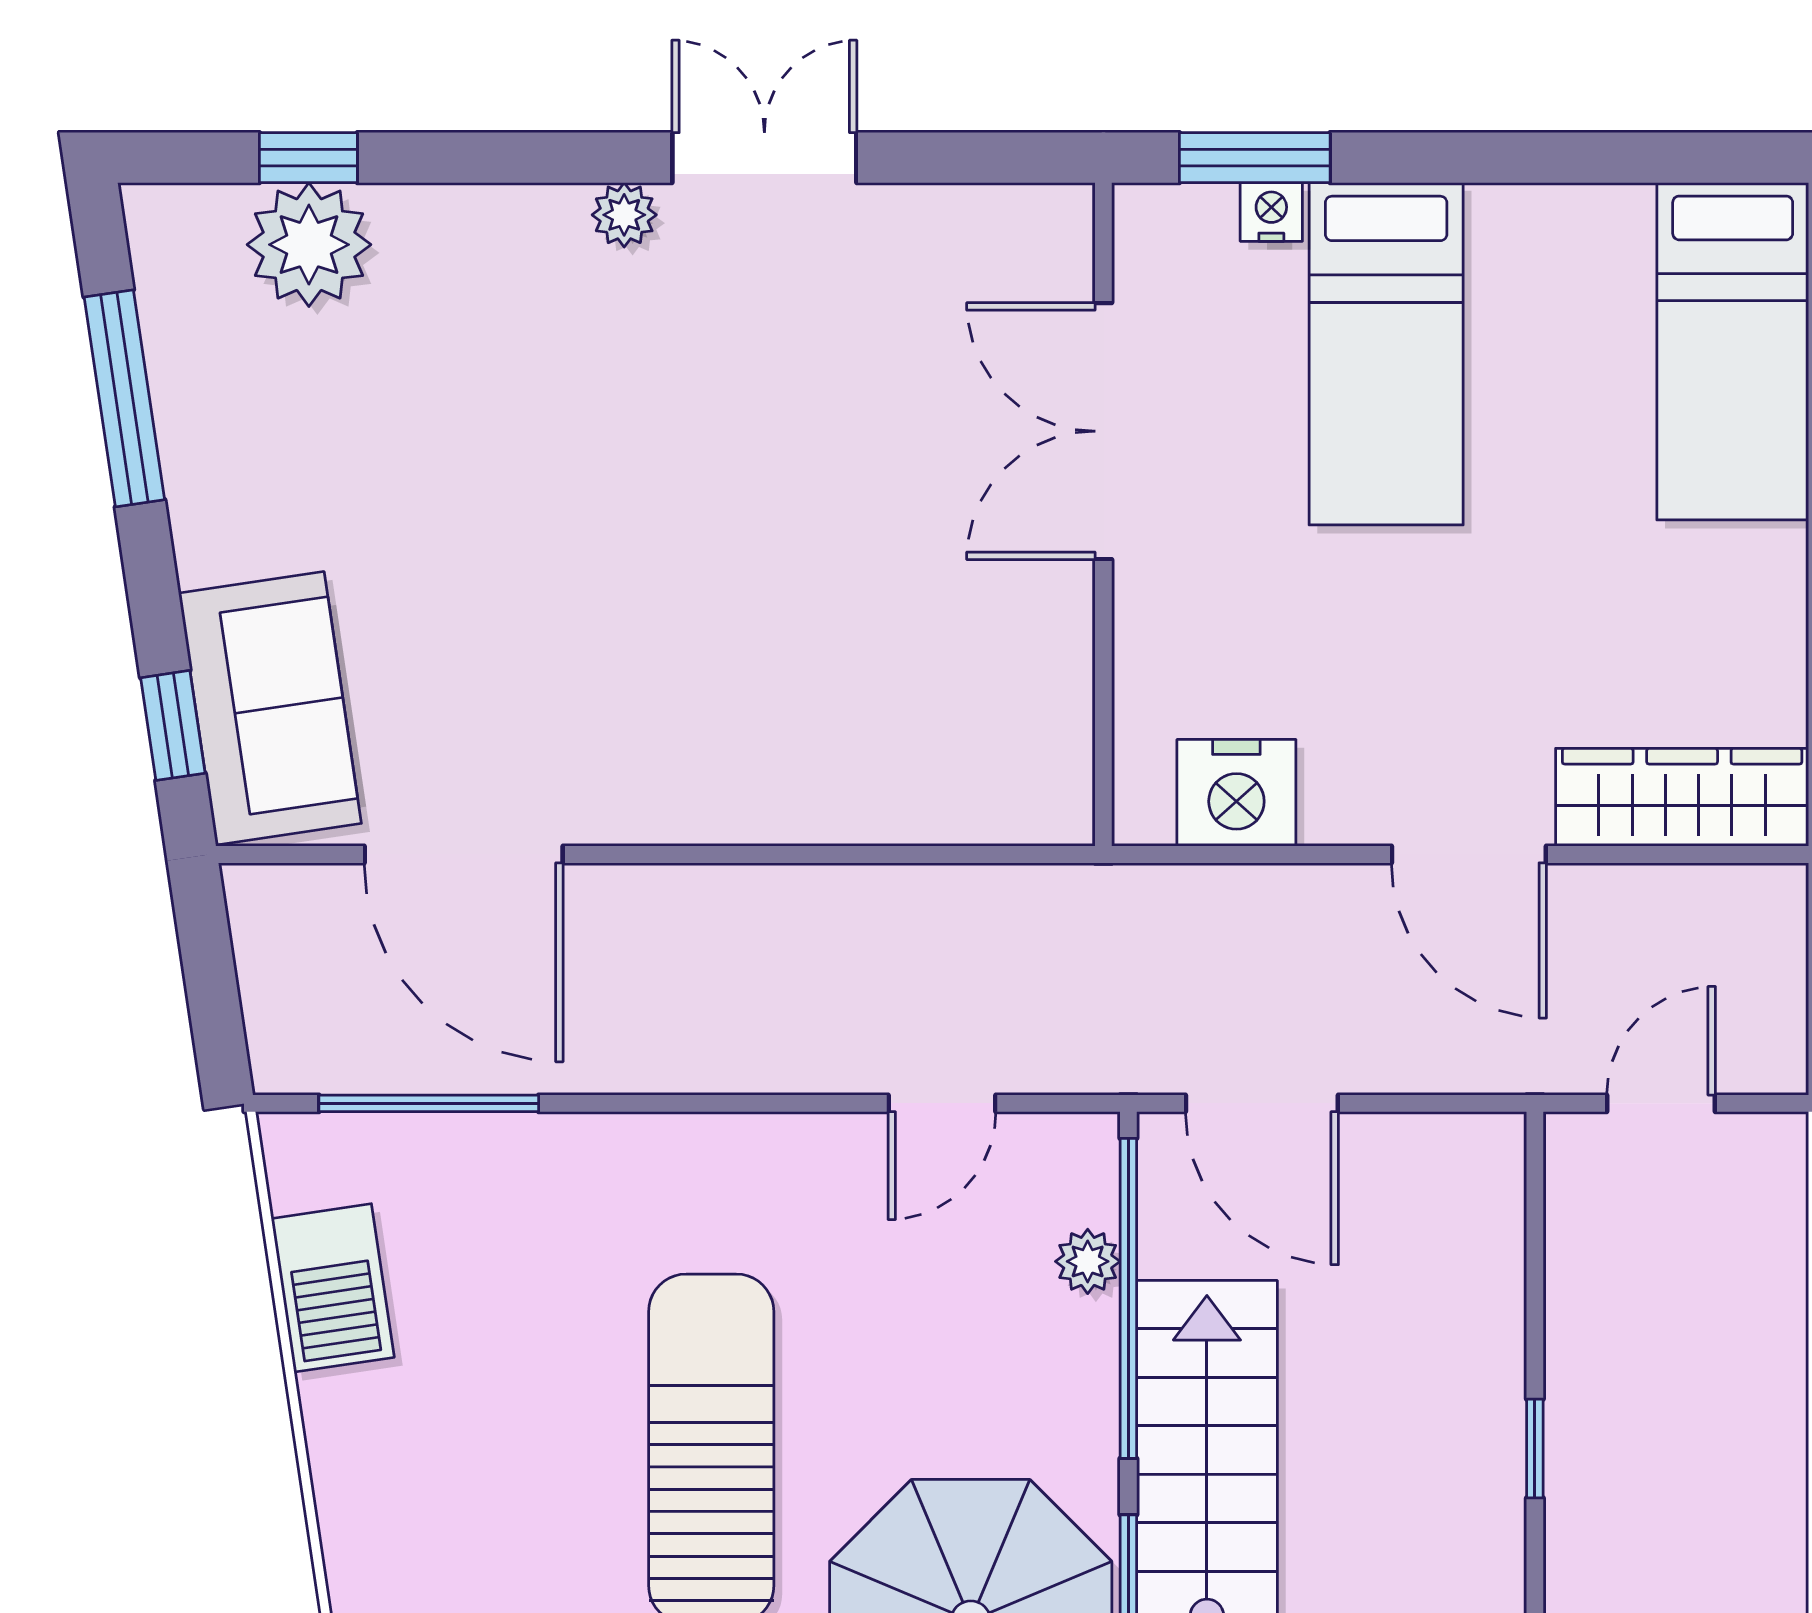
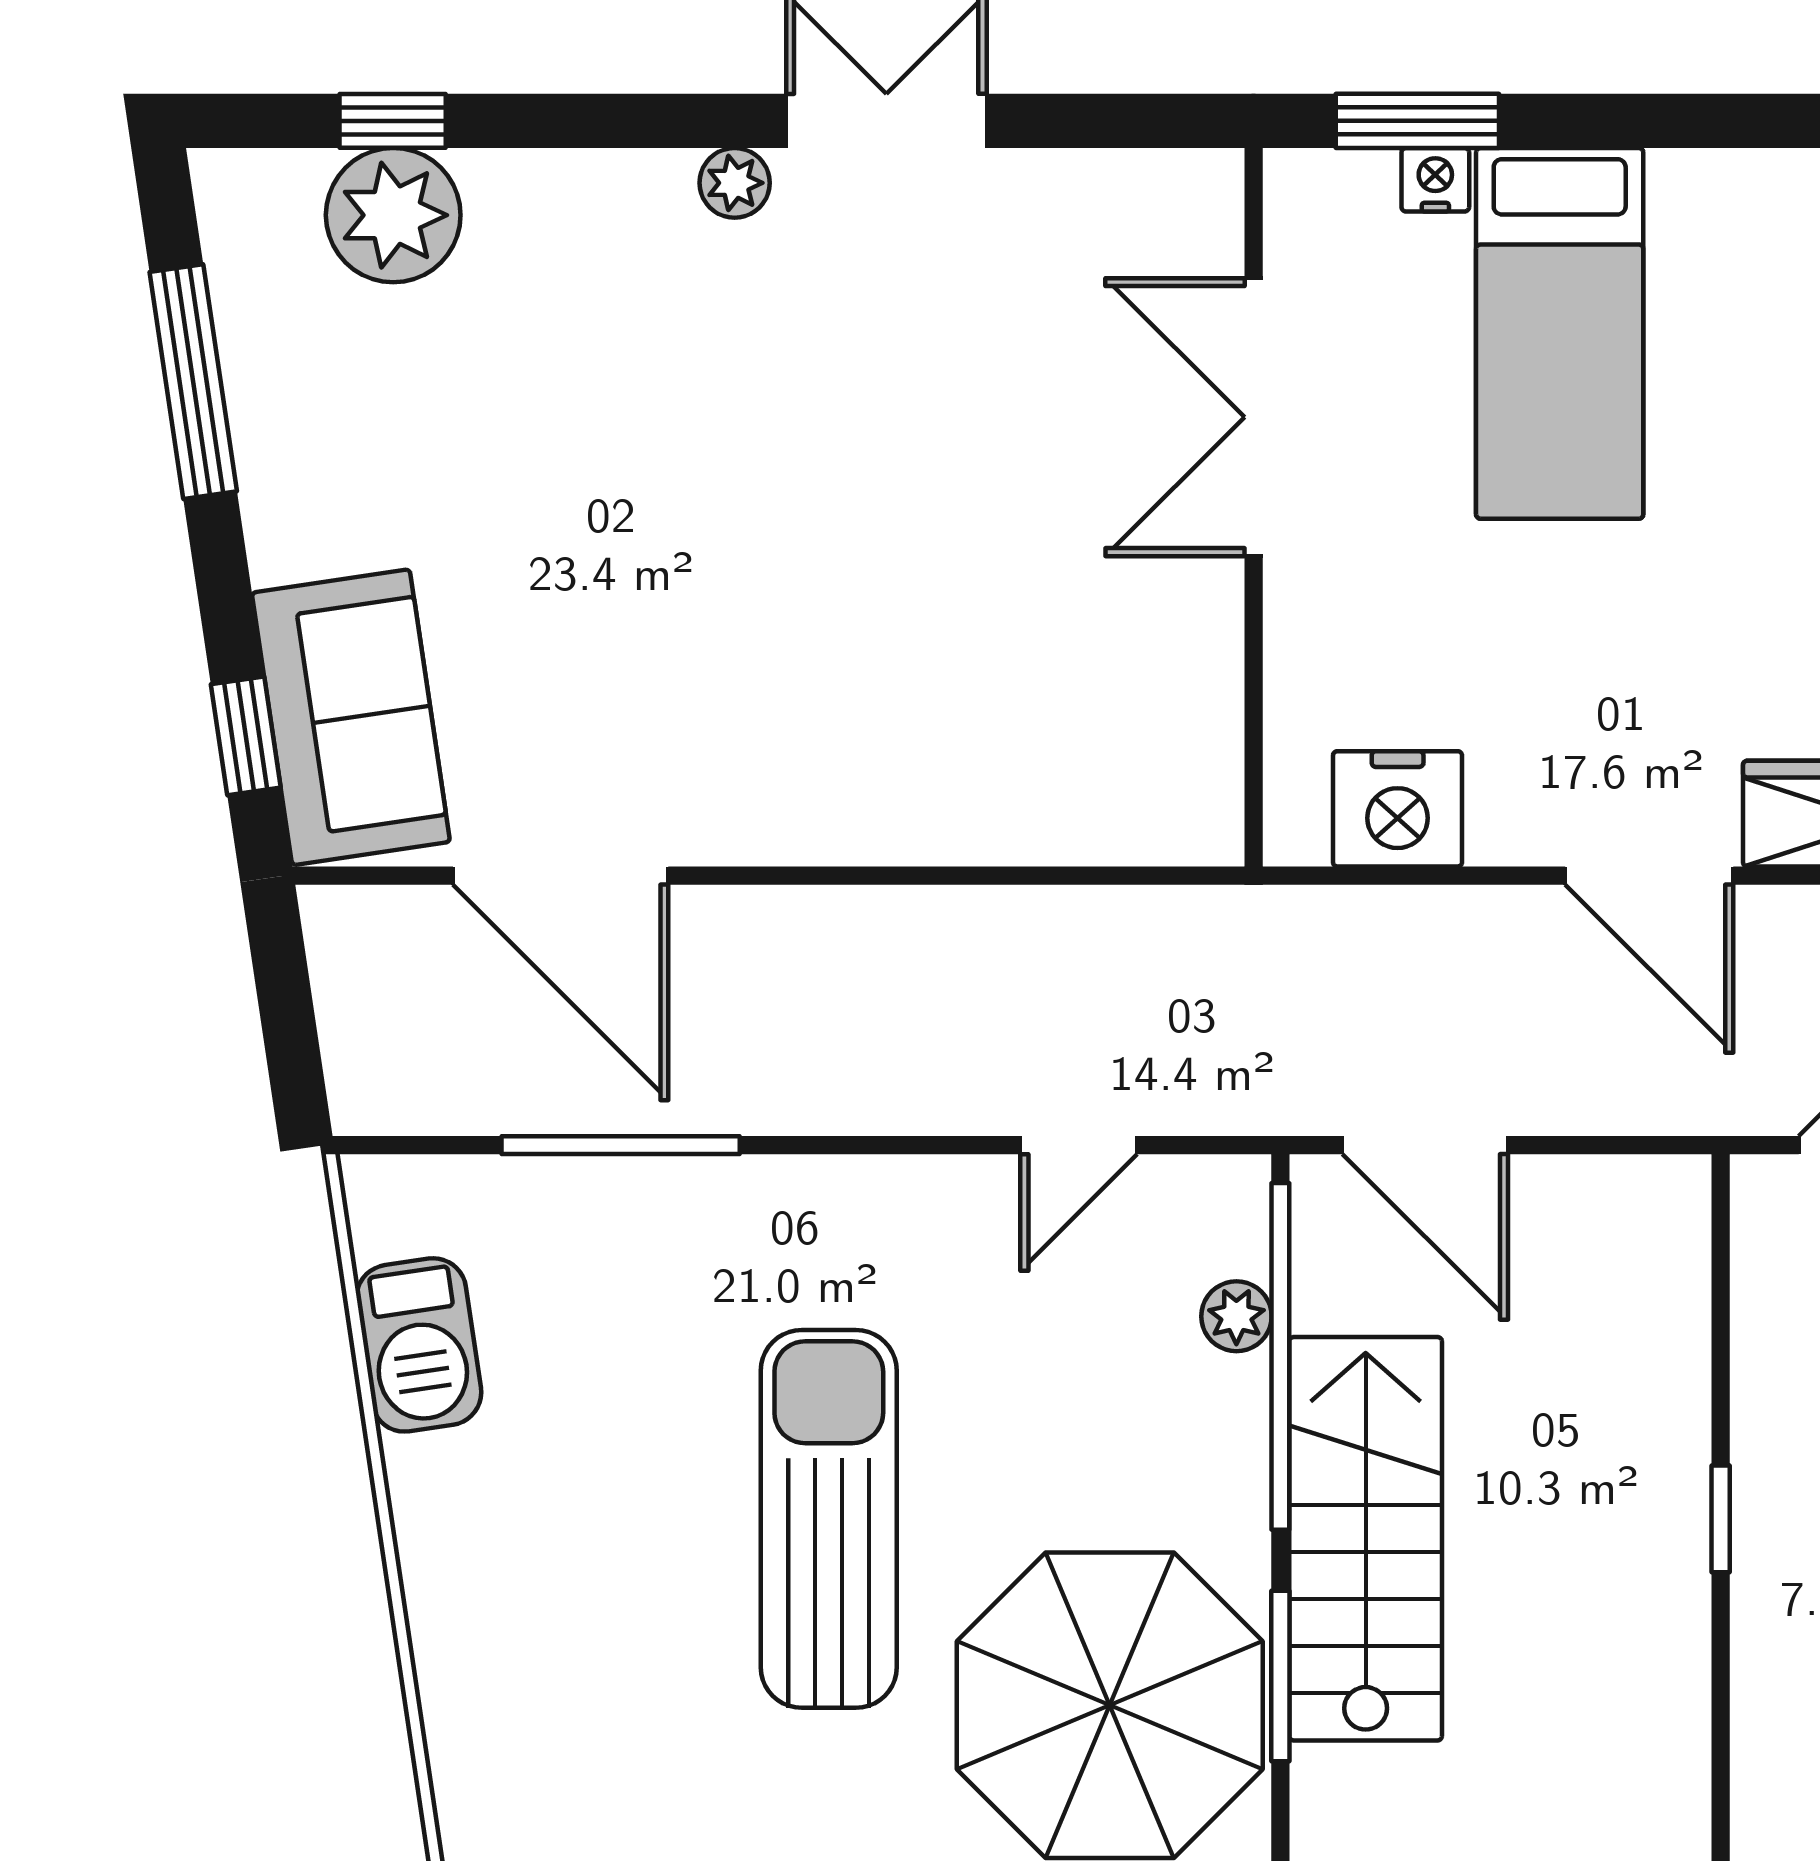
window: (429, 1103) -> (621, 1145), moved

